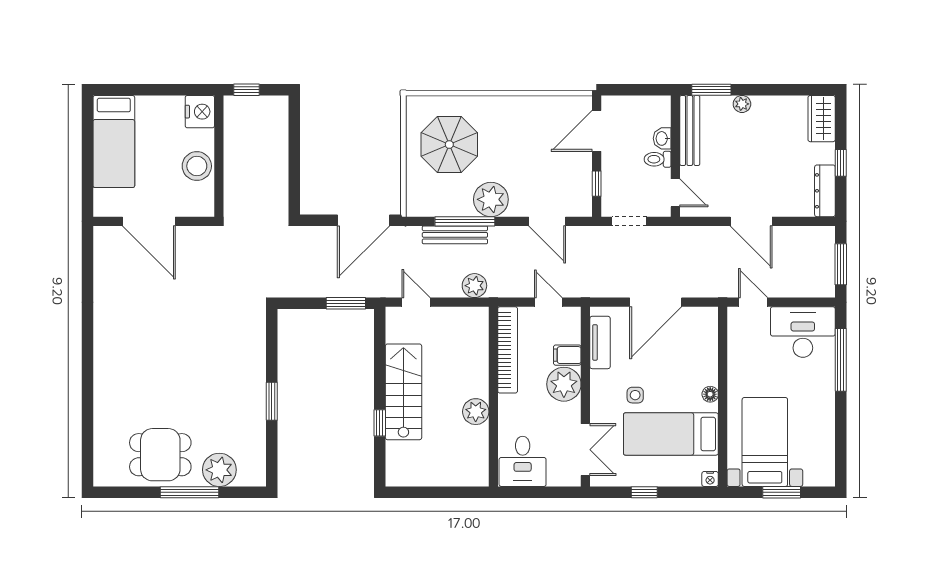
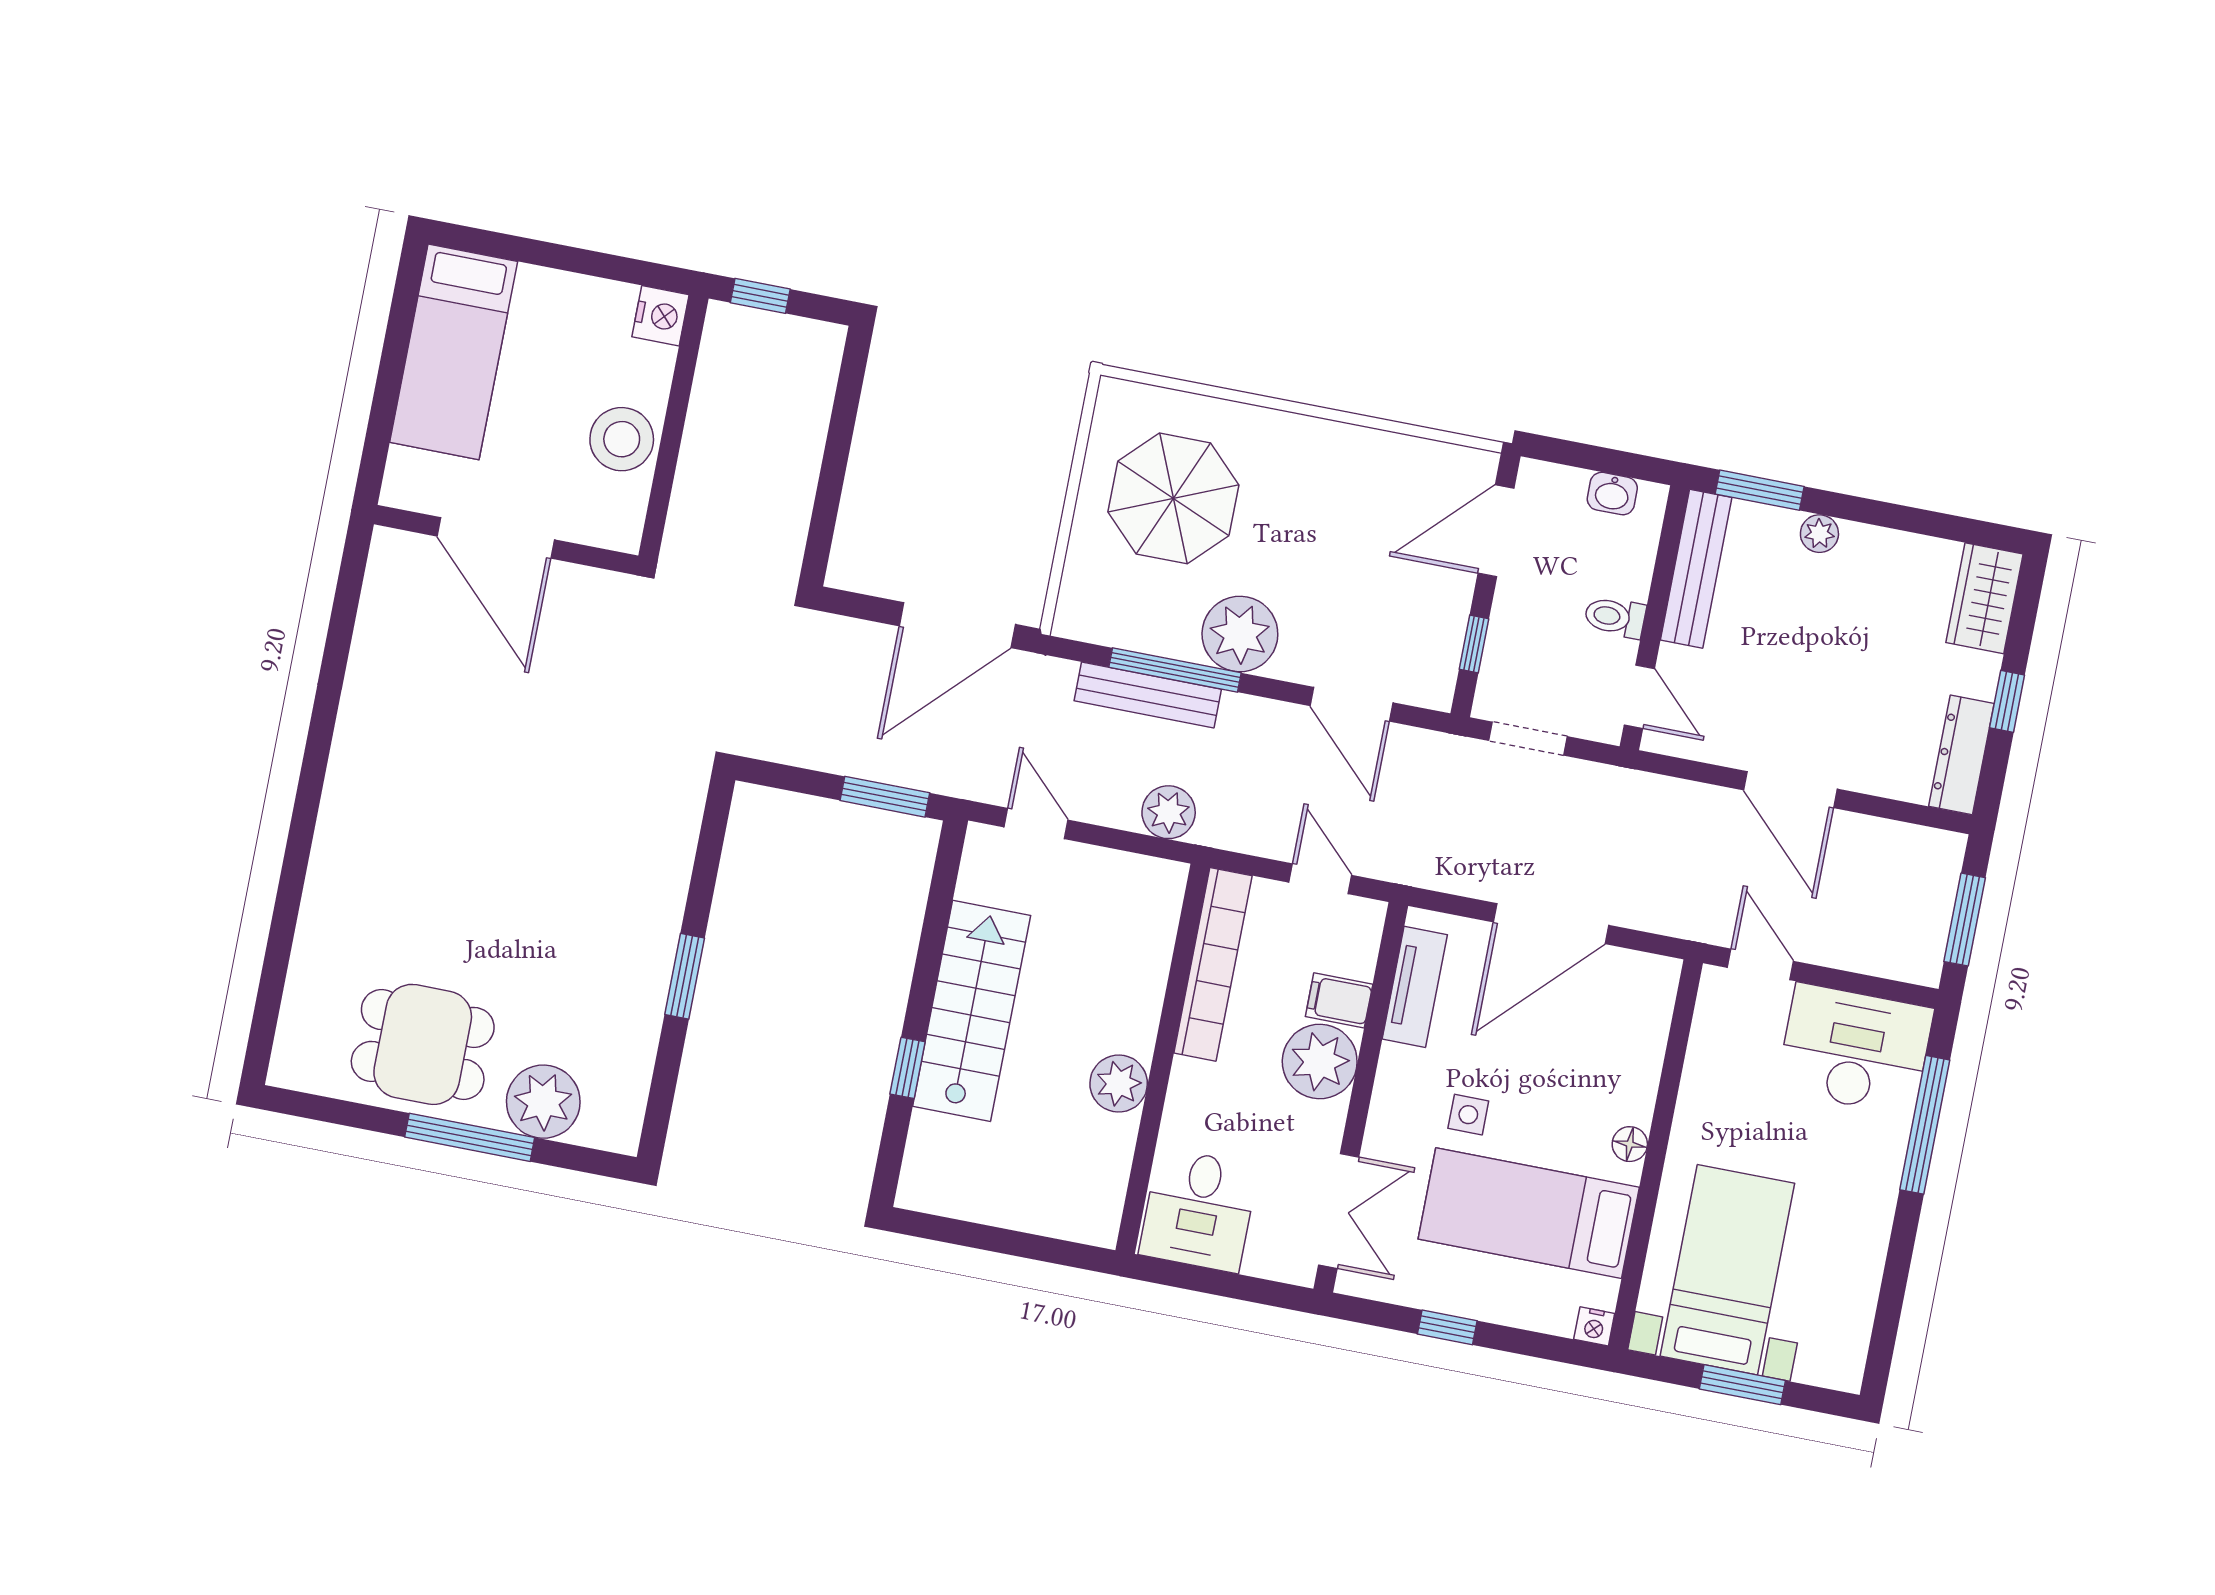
nightstand: (200, 112) -> (661, 316), width x0.74, depth x0.75
washbasin: (662, 138) -> (1612, 494), moved, turned -90

